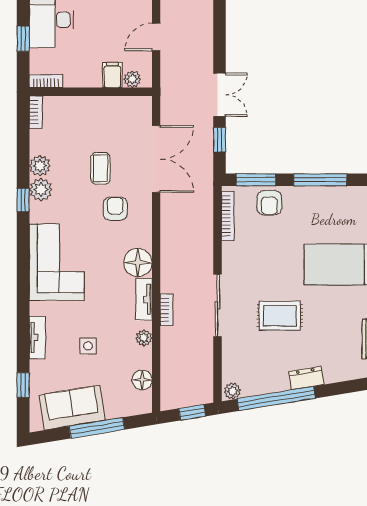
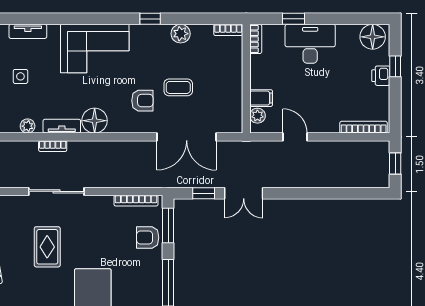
plant: (41, 190) -> (159, 35), removed

